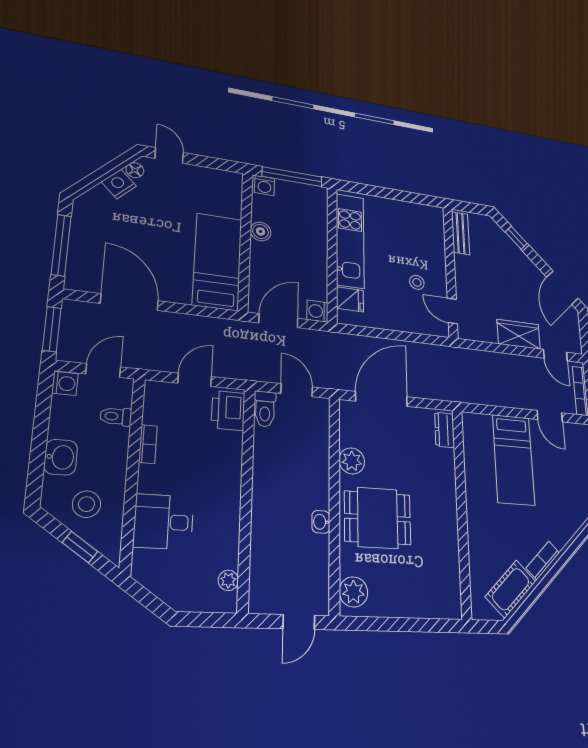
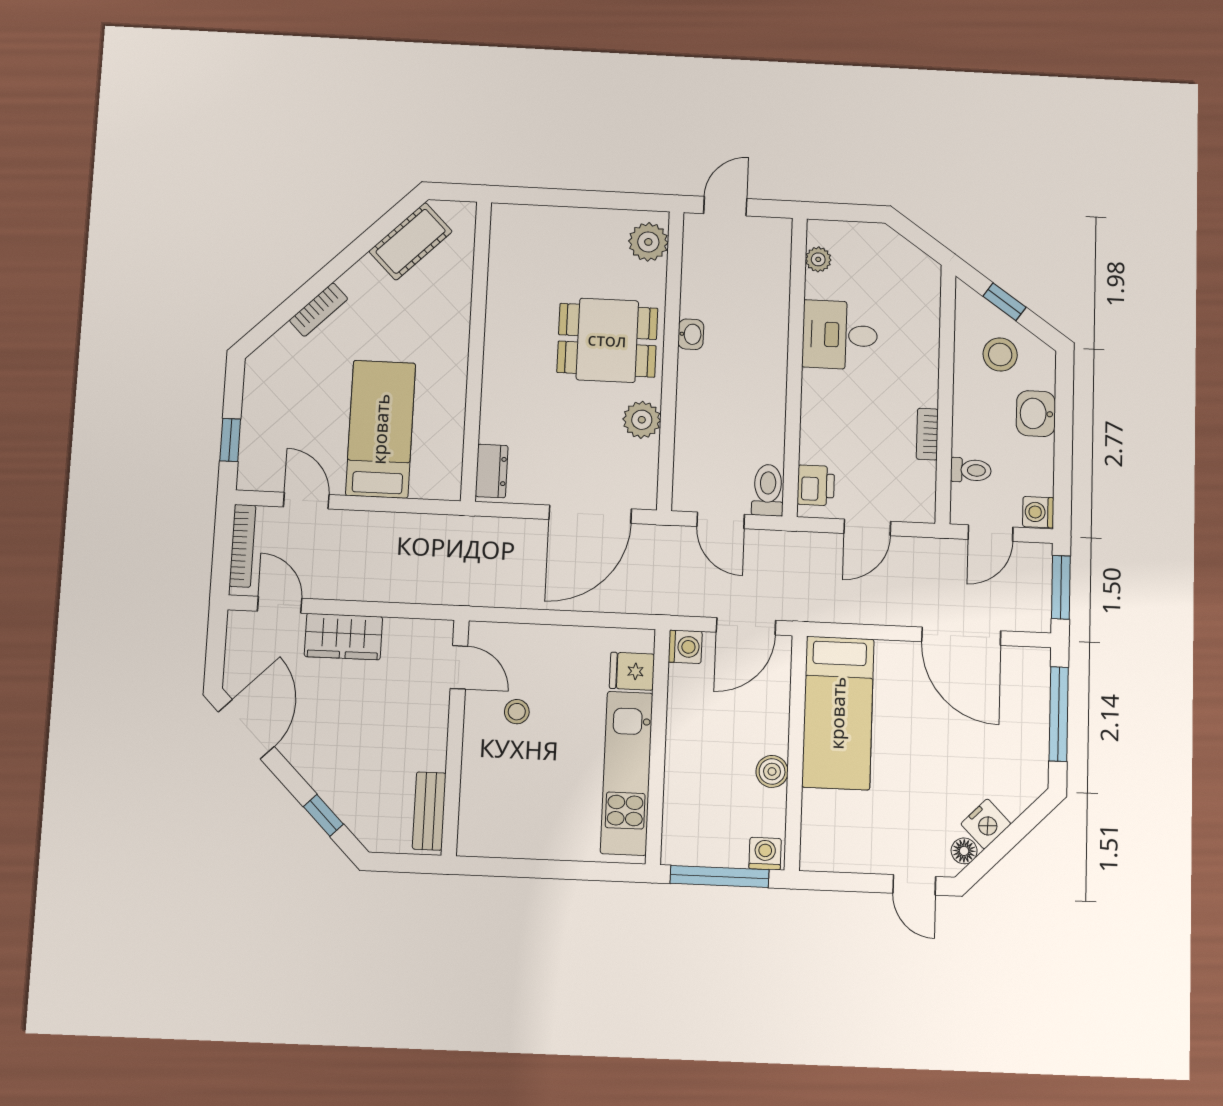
printer: (228, 410) -> (816, 485), width x0.73, depth x0.81
desk: (164, 522) -> (840, 335), moved, turned 180
bookcase: (543, 560) -> (319, 310), moved

